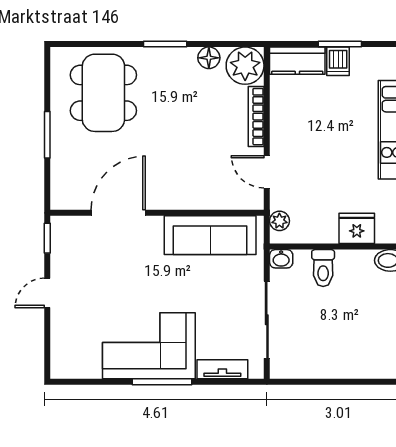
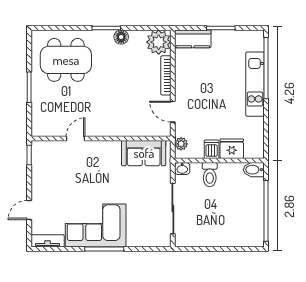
floor lamp: (209, 58) -> (121, 37), moved
dishwasher: (338, 61) -> (212, 149), moved, turned 180
dining table: (103, 93) -> (66, 60), turned 90
door: (118, 213) -> (76, 138), width x0.53
sofa: (210, 235) -> (144, 153), width x0.73
door: (47, 293) -> (29, 210), moved
tv unit: (222, 369) -> (48, 241), moved

